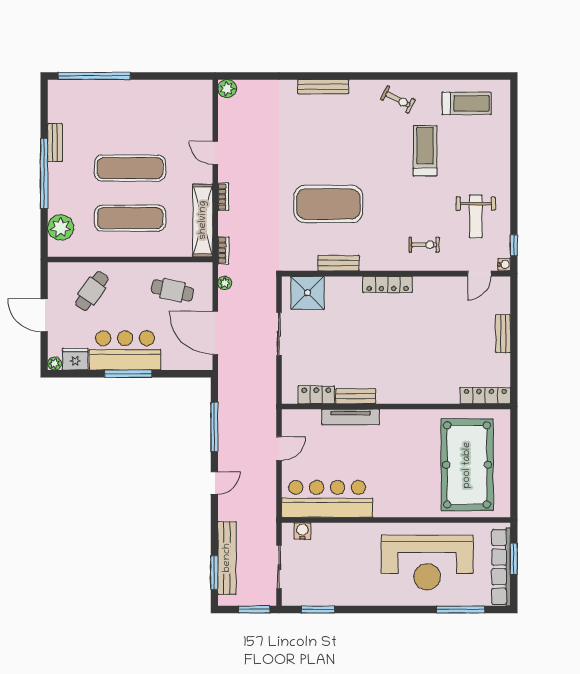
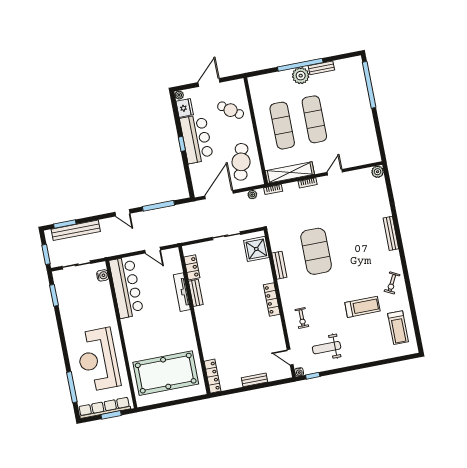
plant: (61, 227) -> (301, 76), moved
cafe table: (172, 290) -> (241, 162), width x1.37, depth x1.35
window: (128, 374) -> (182, 144), width x0.46

